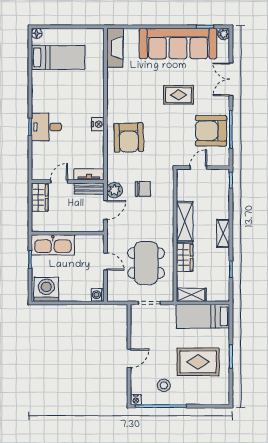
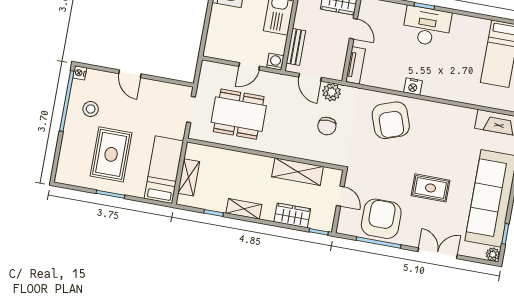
rug: (178, 95) -> (431, 188), turned 90
desk: (46, 127) -> (427, 26), width x1.37
armchair: (129, 137) -> (391, 120), turned -107
bench: (89, 189) -> (296, 47), moved
shelving: (185, 222) -> (298, 172), moved
shelving: (223, 233) -> (244, 209), moved
wardrobe: (185, 257) -> (292, 215), moved, turned 180
washing machine: (98, 295) -> (275, 62), moved
shelving: (191, 295) -> (189, 177), moved

